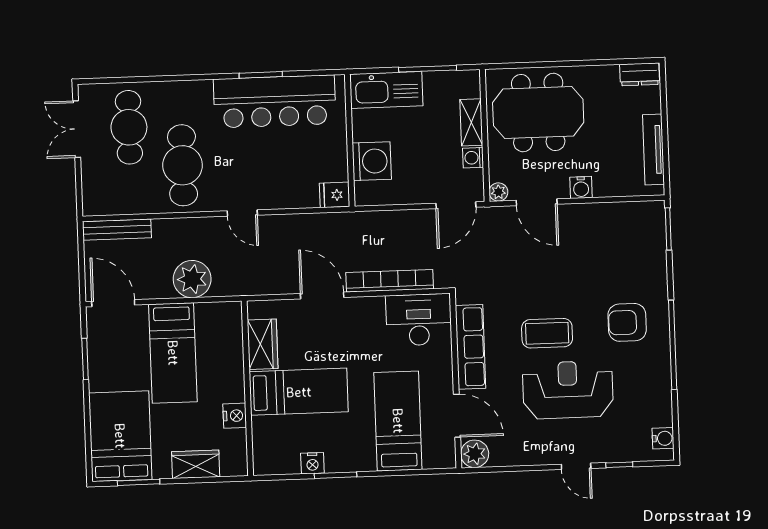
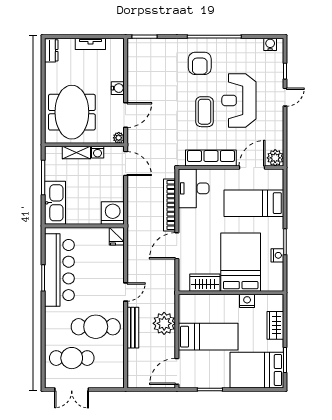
tv unit: (653, 150) -> (90, 44), width x0.71
washing machine: (372, 161) -> (113, 213), moved
bench: (117, 230) -> (133, 328), moved
bed: (299, 392) -> (241, 262), width x1.50

